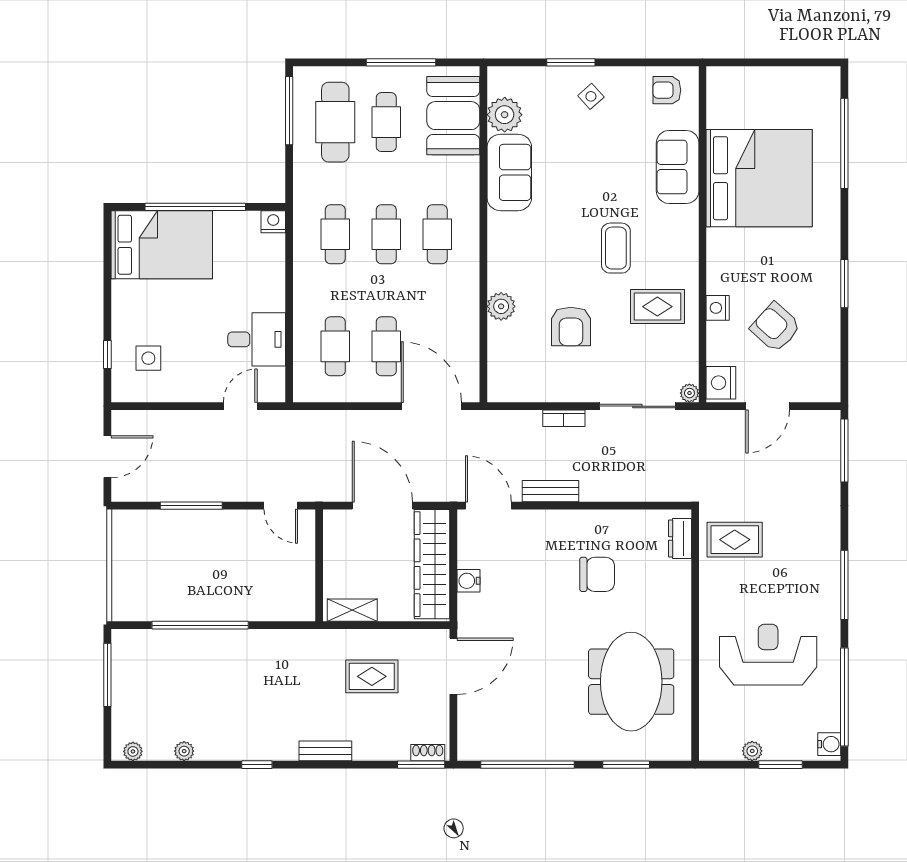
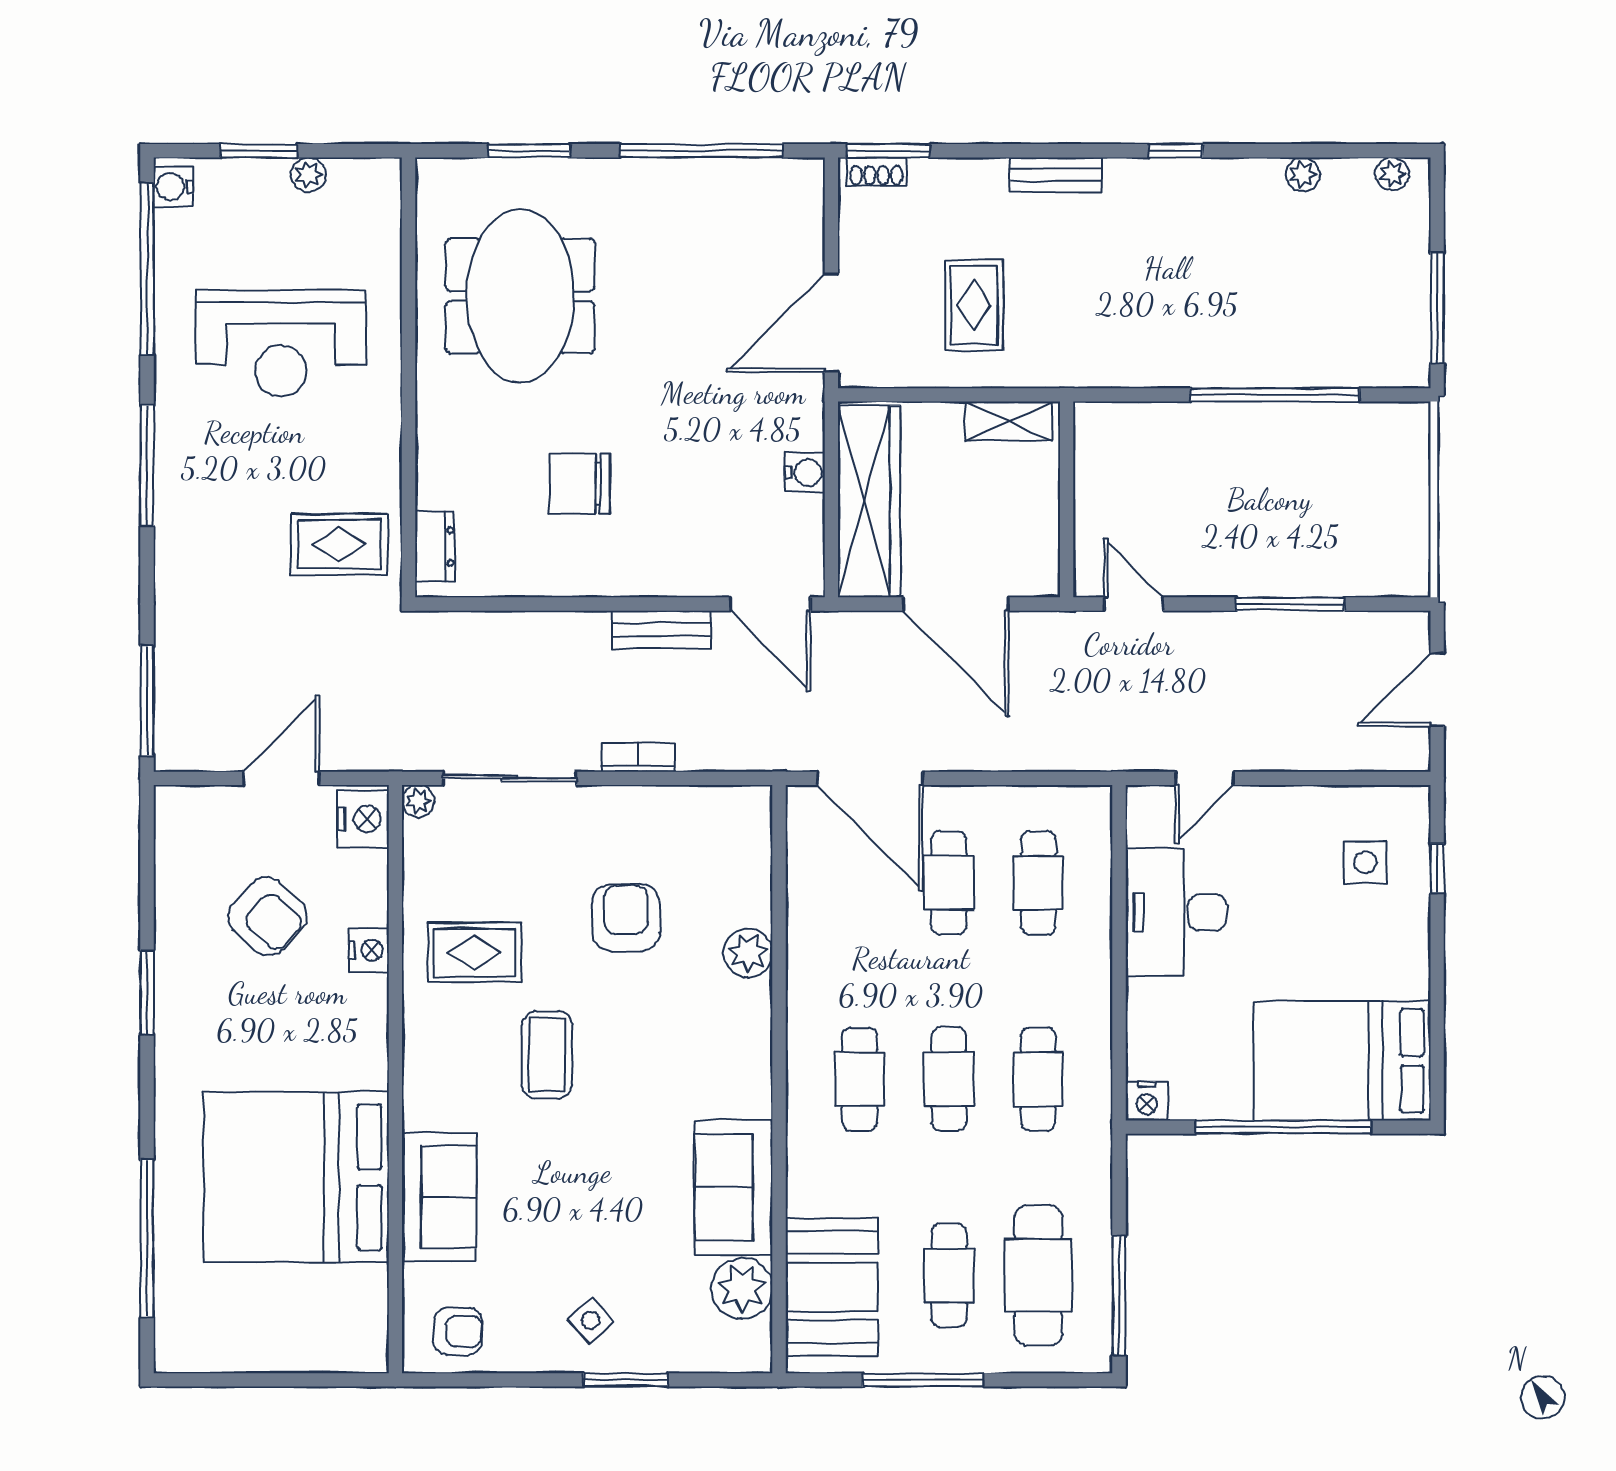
desk: (257, 339) -> (1176, 912), width x1.37
rug: (372, 676) -> (974, 305), turned 90

